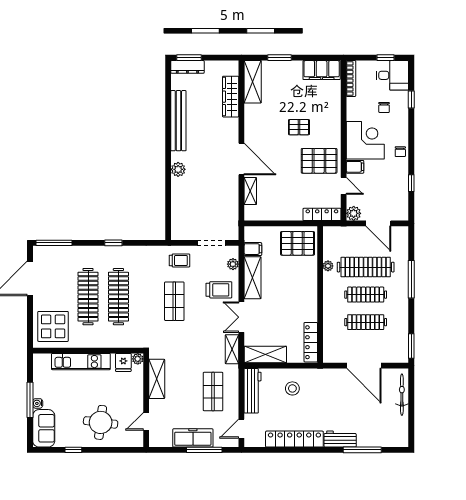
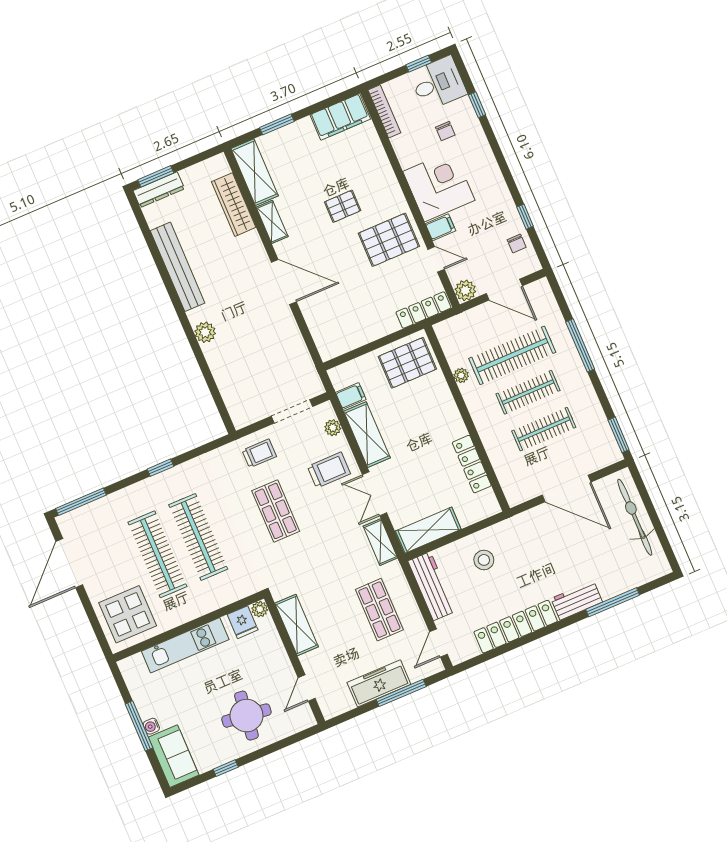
chair: (400, 152) -> (517, 244), moved
shelving: (250, 191) -> (272, 222), moved
locker: (311, 342) -> (472, 464), moved
bicycle: (402, 395) -> (635, 517), width x1.37, depth x1.40

